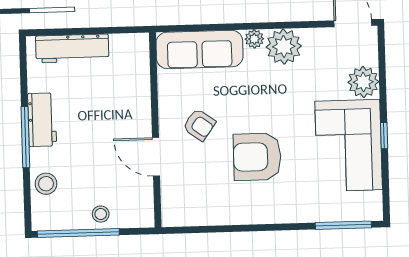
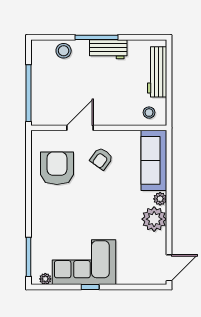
plant: (363, 82) -> (45, 279), moved, width x0.53, depth x0.53
armchair: (257, 157) -> (57, 168), moved
stool: (101, 214) -> (149, 113), moved
window: (78, 233) -> (29, 93), moved

